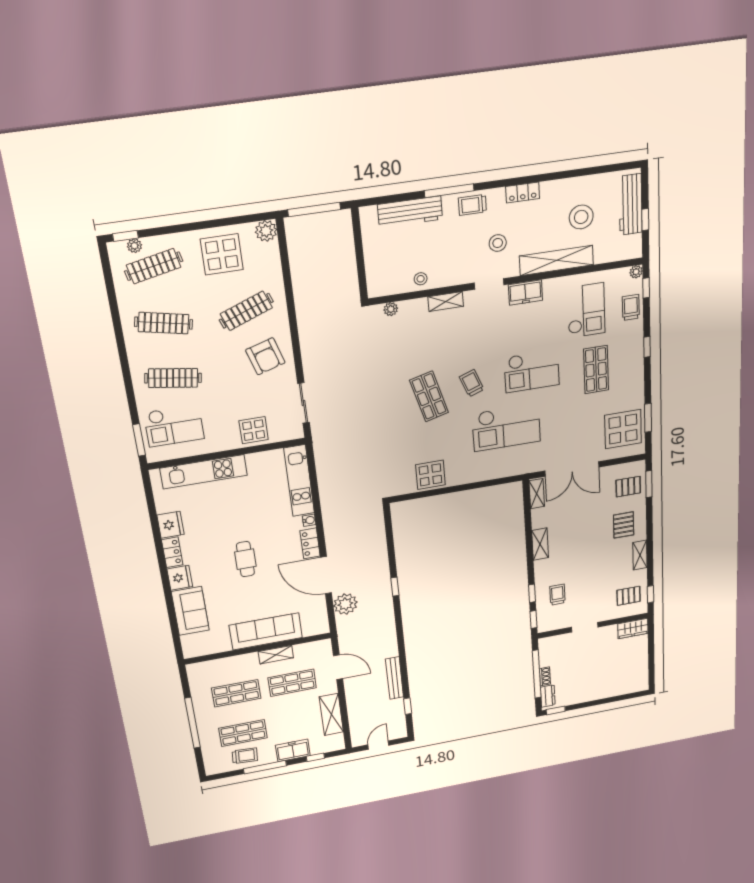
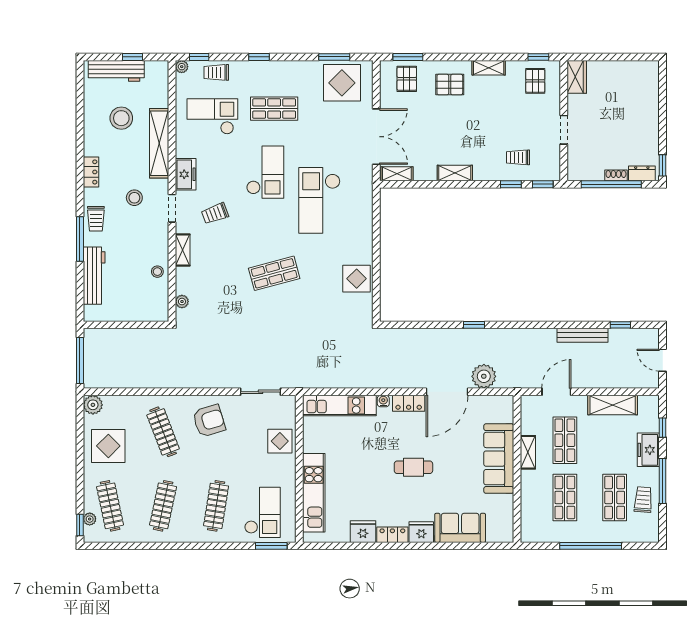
trolley: (472, 383) -> (215, 213), moved
checkout: (506, 427) -> (319, 200), turned 180

